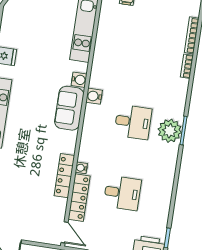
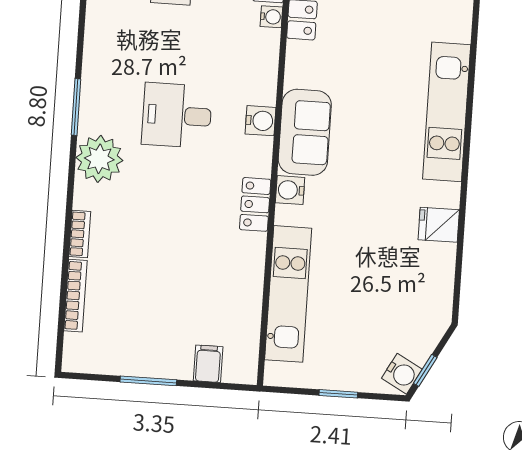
locker: (97, 74) -> (255, 204), added
water cooler: (94, 96) -> (260, 121), moved
plant: (170, 131) -> (99, 159), moved

